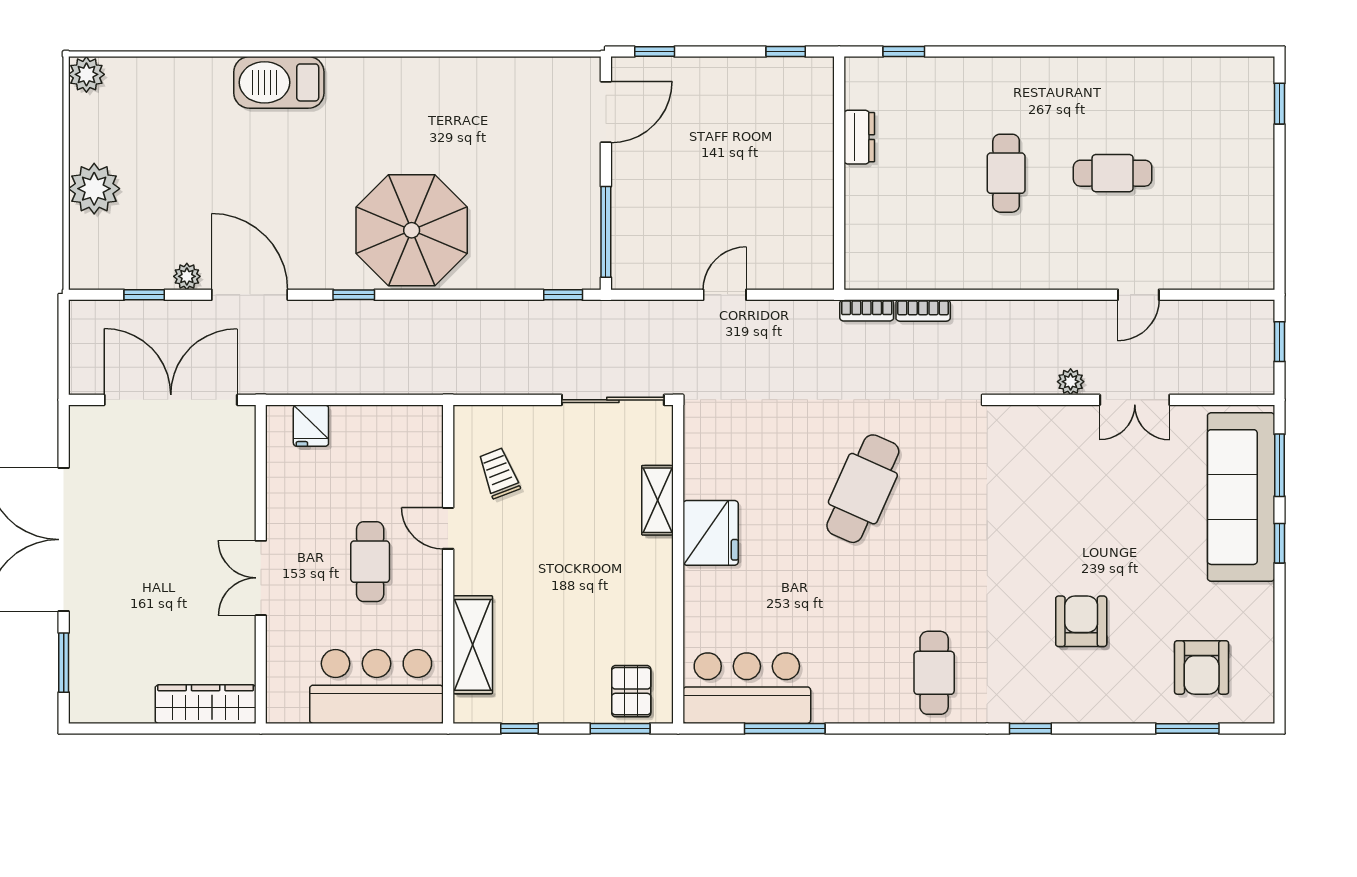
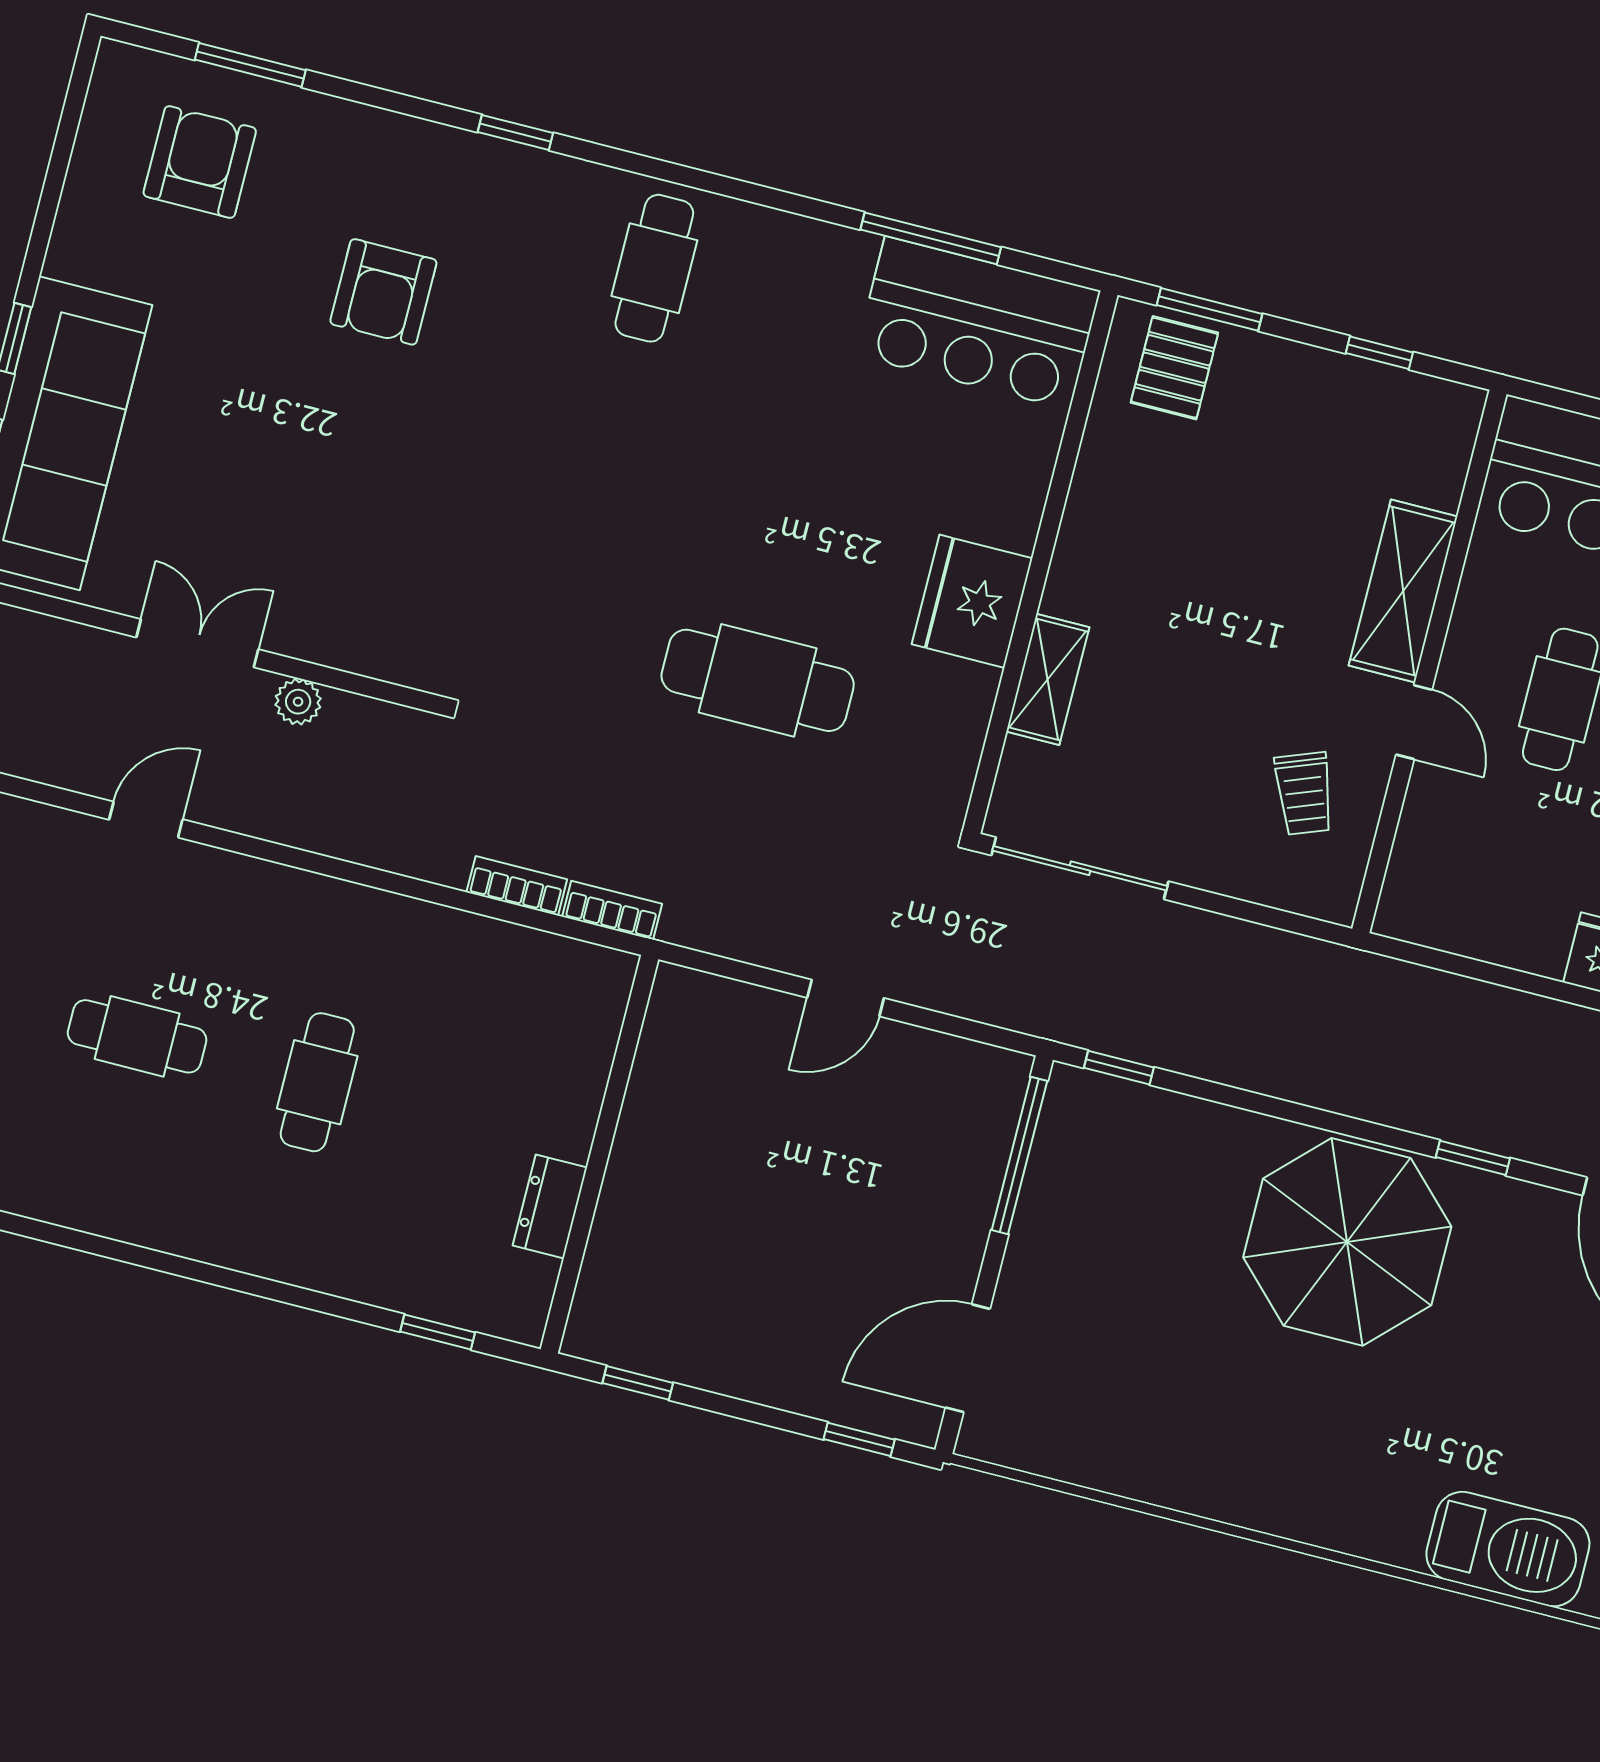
cafe table: (863, 489) -> (758, 680), moved, turned 66
shelving: (473, 645) -> (1403, 591), moved

